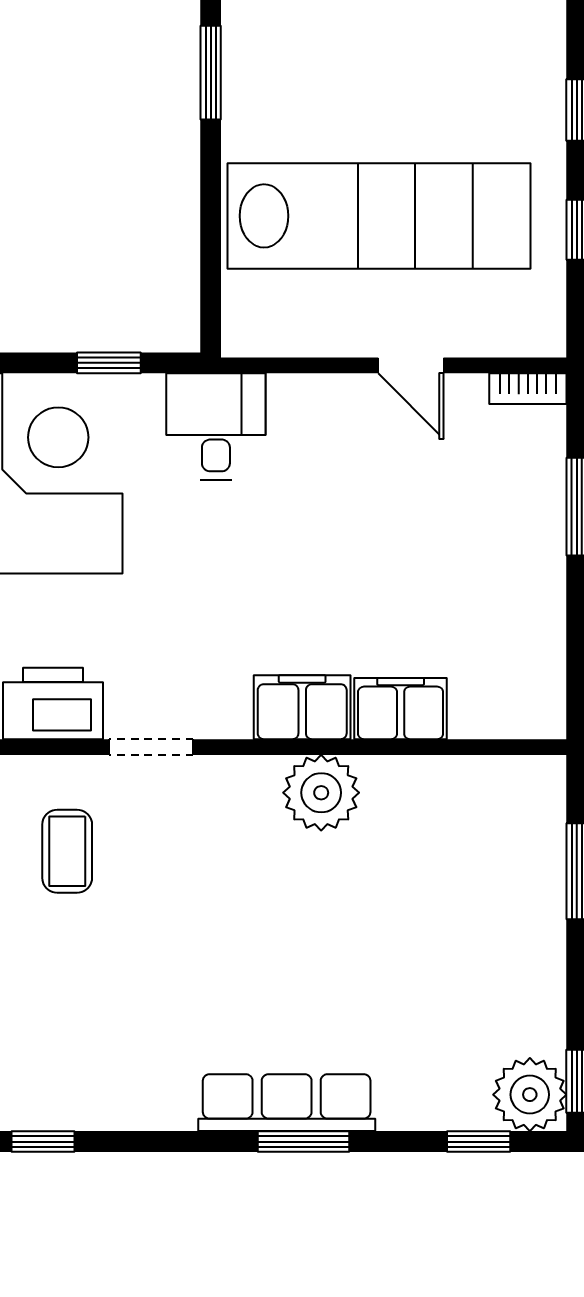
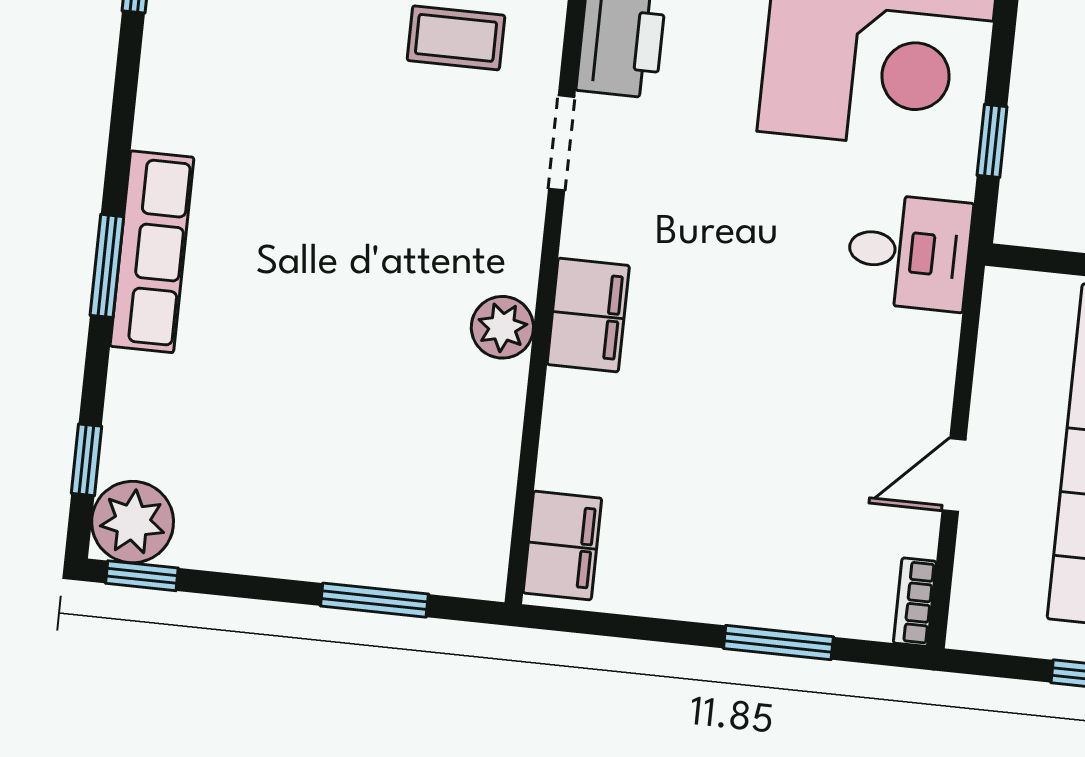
filing cabinet: (401, 709) -> (562, 546), moved
plant: (321, 793) -> (502, 327), width x0.73, depth x0.73

